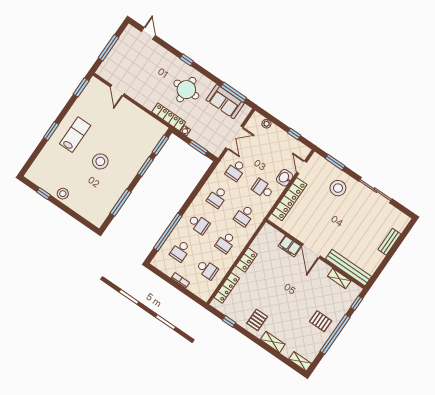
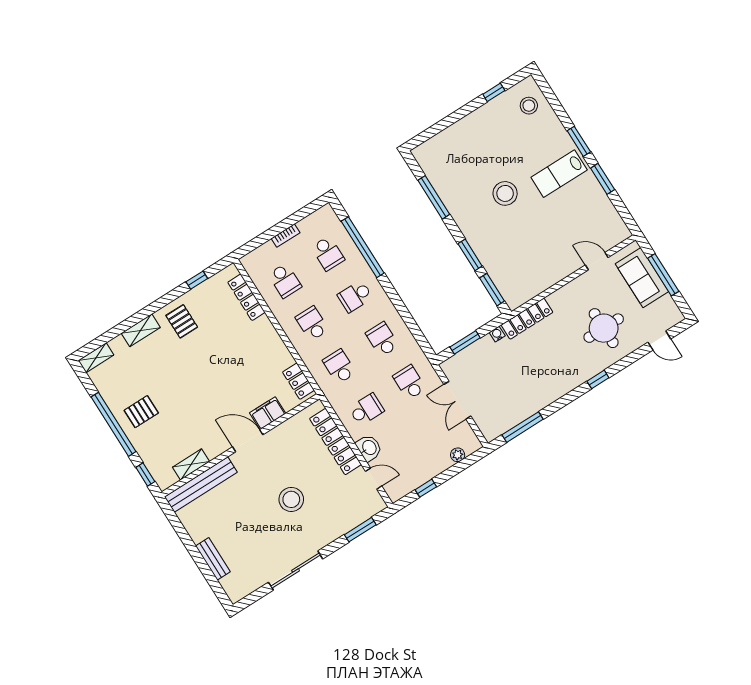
window: (81, 87) -> (603, 179), moved
round table: (186, 90) -> (604, 328), moved
sofa: (225, 102) -> (642, 278), moved, turned -90
lab bench: (75, 135) -> (559, 174), turned 90
stool: (338, 188) -> (291, 499), moved
stool: (63, 194) -> (529, 106), moved
school desk: (180, 251) -> (328, 253), turned 180
locker: (247, 260) -> (298, 381), moved
school desk: (207, 269) -> (285, 281), turned -90

